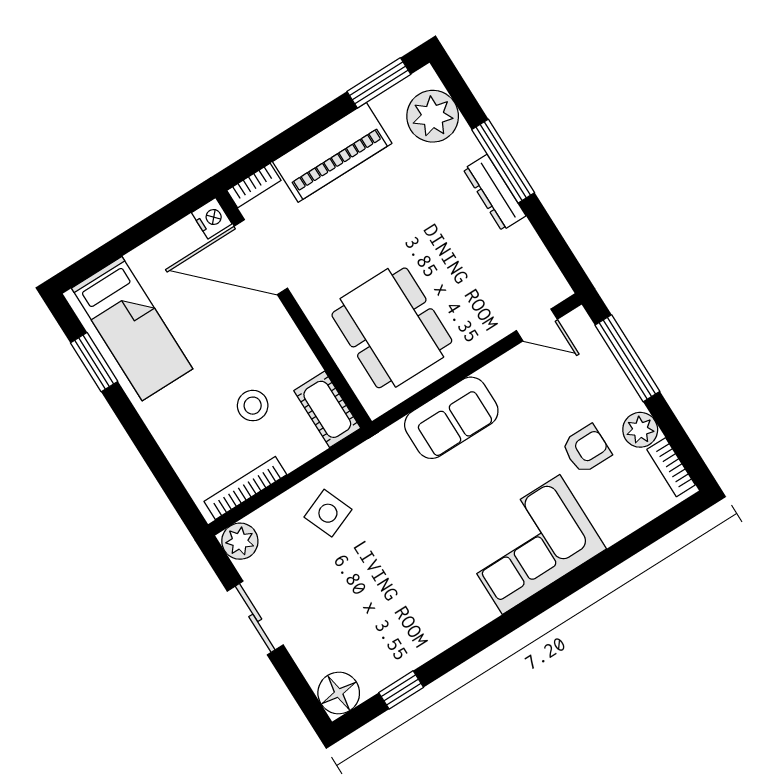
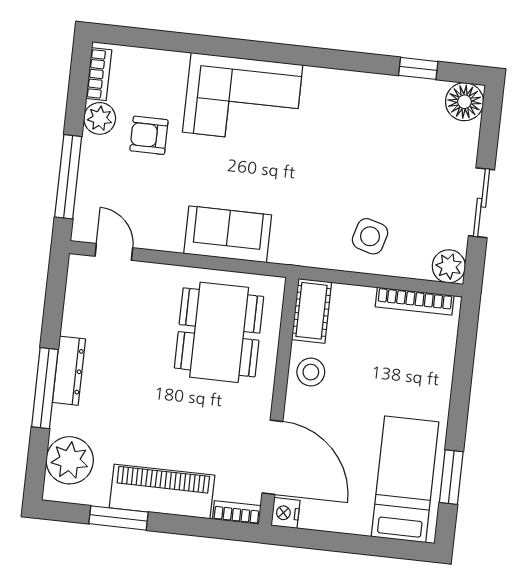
window: (379, 83) -> (119, 518), moved
stool: (253, 406) -> (311, 372), moved
side table: (328, 513) -> (370, 236), turned 38

